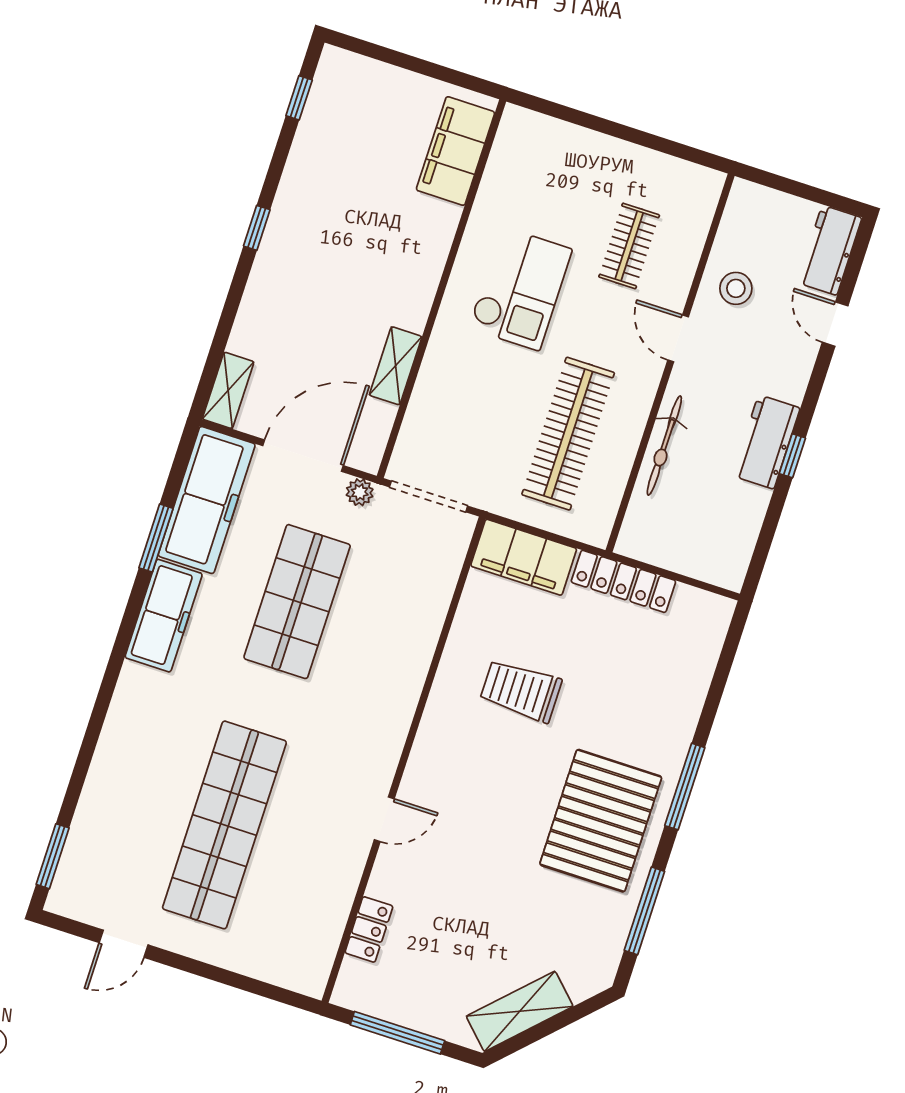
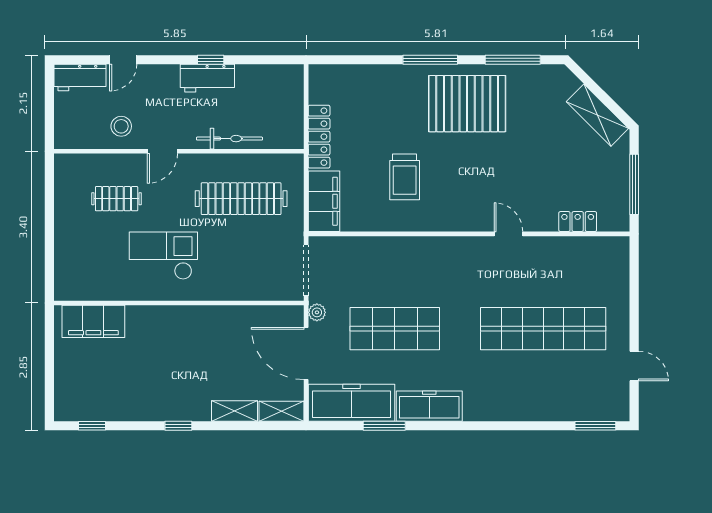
shelving: (396, 366) -> (235, 411), moved

